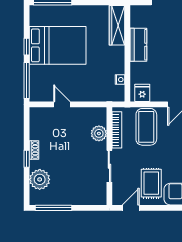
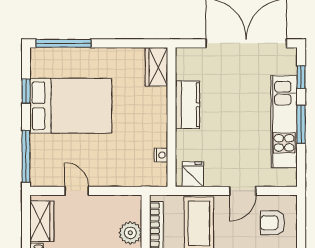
wardrobe: (117, 25) -> (156, 67), width x0.67
window: (27, 47) -> (26, 91), moved
wardrobe: (38, 125) -> (42, 221), added

